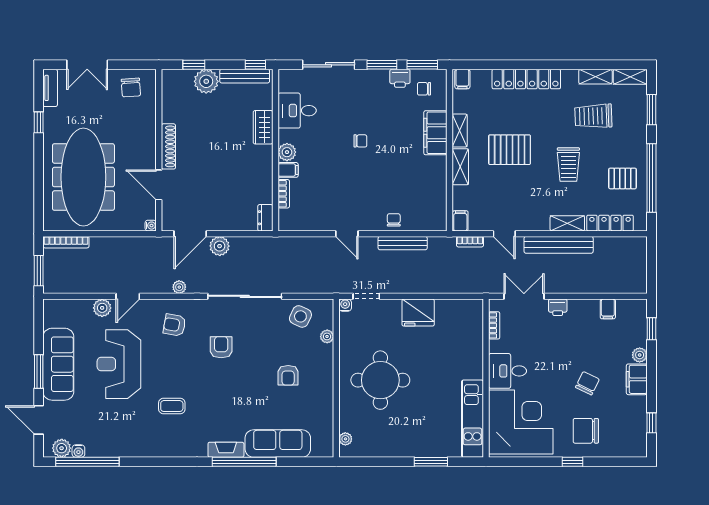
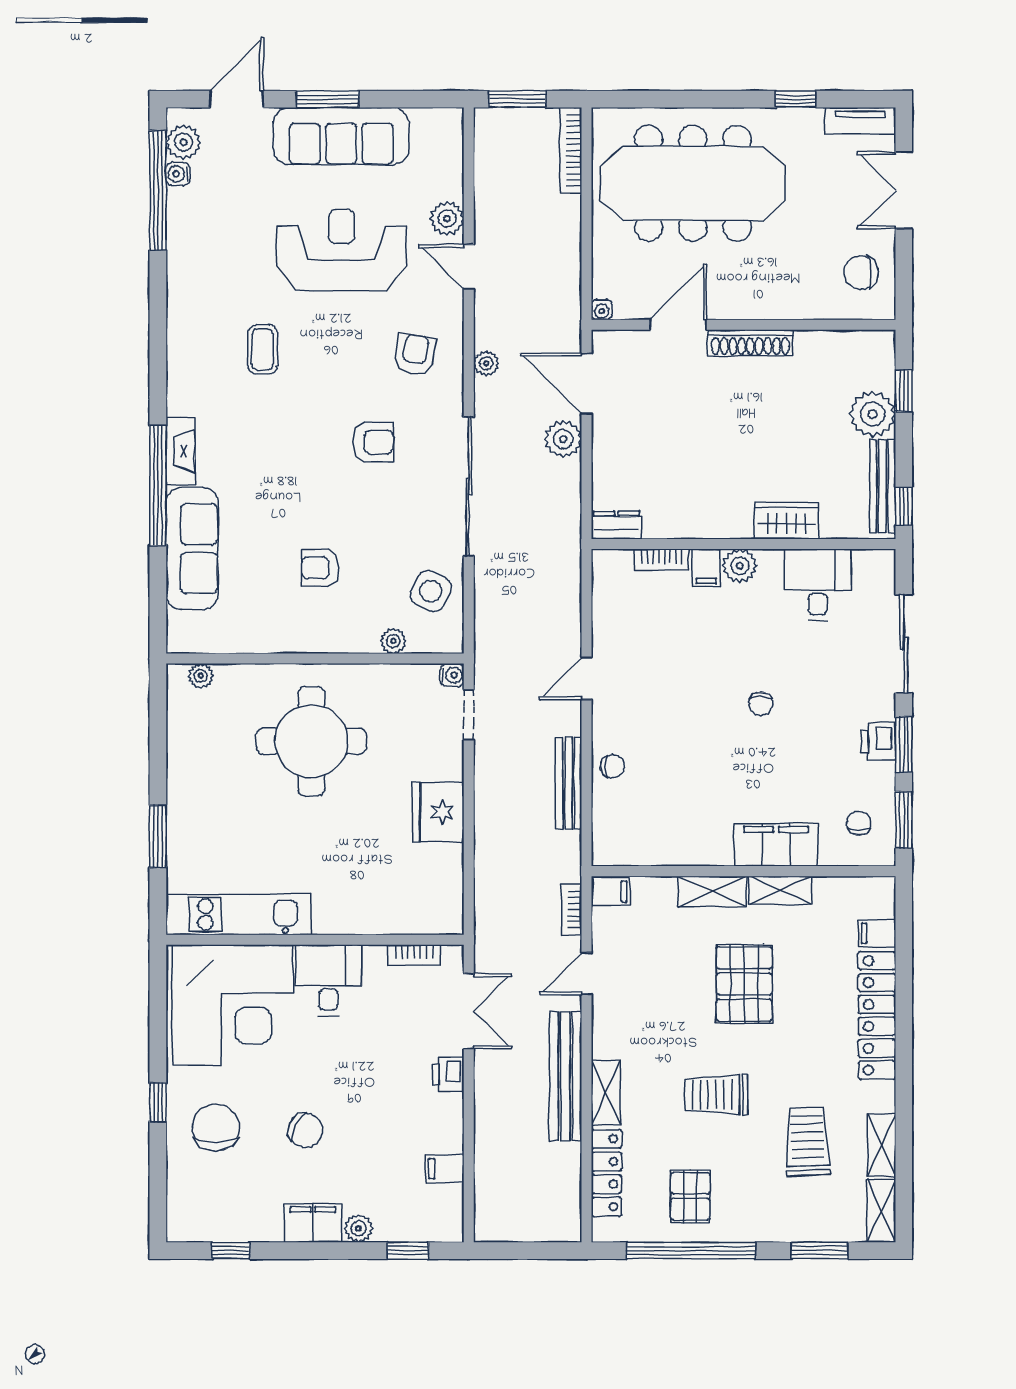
printer: (400, 78) -> (878, 742), moved
filing cabinet: (462, 79) -> (877, 933), moved

